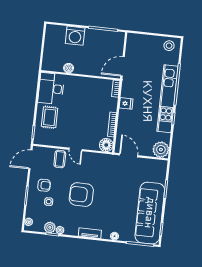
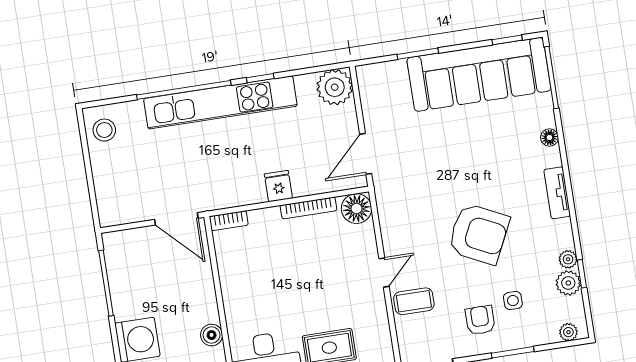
fridge: (126, 103) -> (278, 186), moved
armchair: (81, 195) -> (479, 234), turned -65

